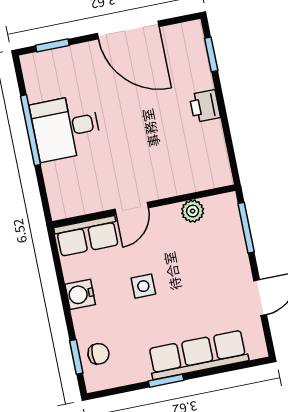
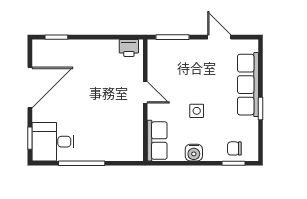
printer: (205, 106) -> (129, 48), moved
desk: (66, 128) -> (53, 142), moved, turned 90
door: (132, 208) -> (145, 92), moved
plant: (193, 211) -> (155, 69), removed
chair: (98, 354) -> (234, 148), turned -90

